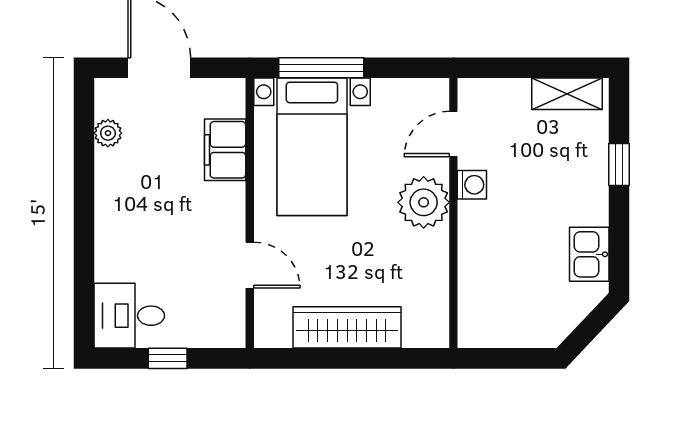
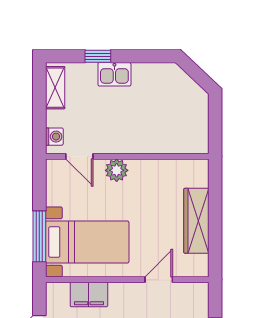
washing machine: (472, 185) -> (54, 137), moved, turned 90
plant: (424, 202) -> (117, 170), width x0.73, depth x0.73
kitchen sink: (589, 254) -> (114, 74), moved

